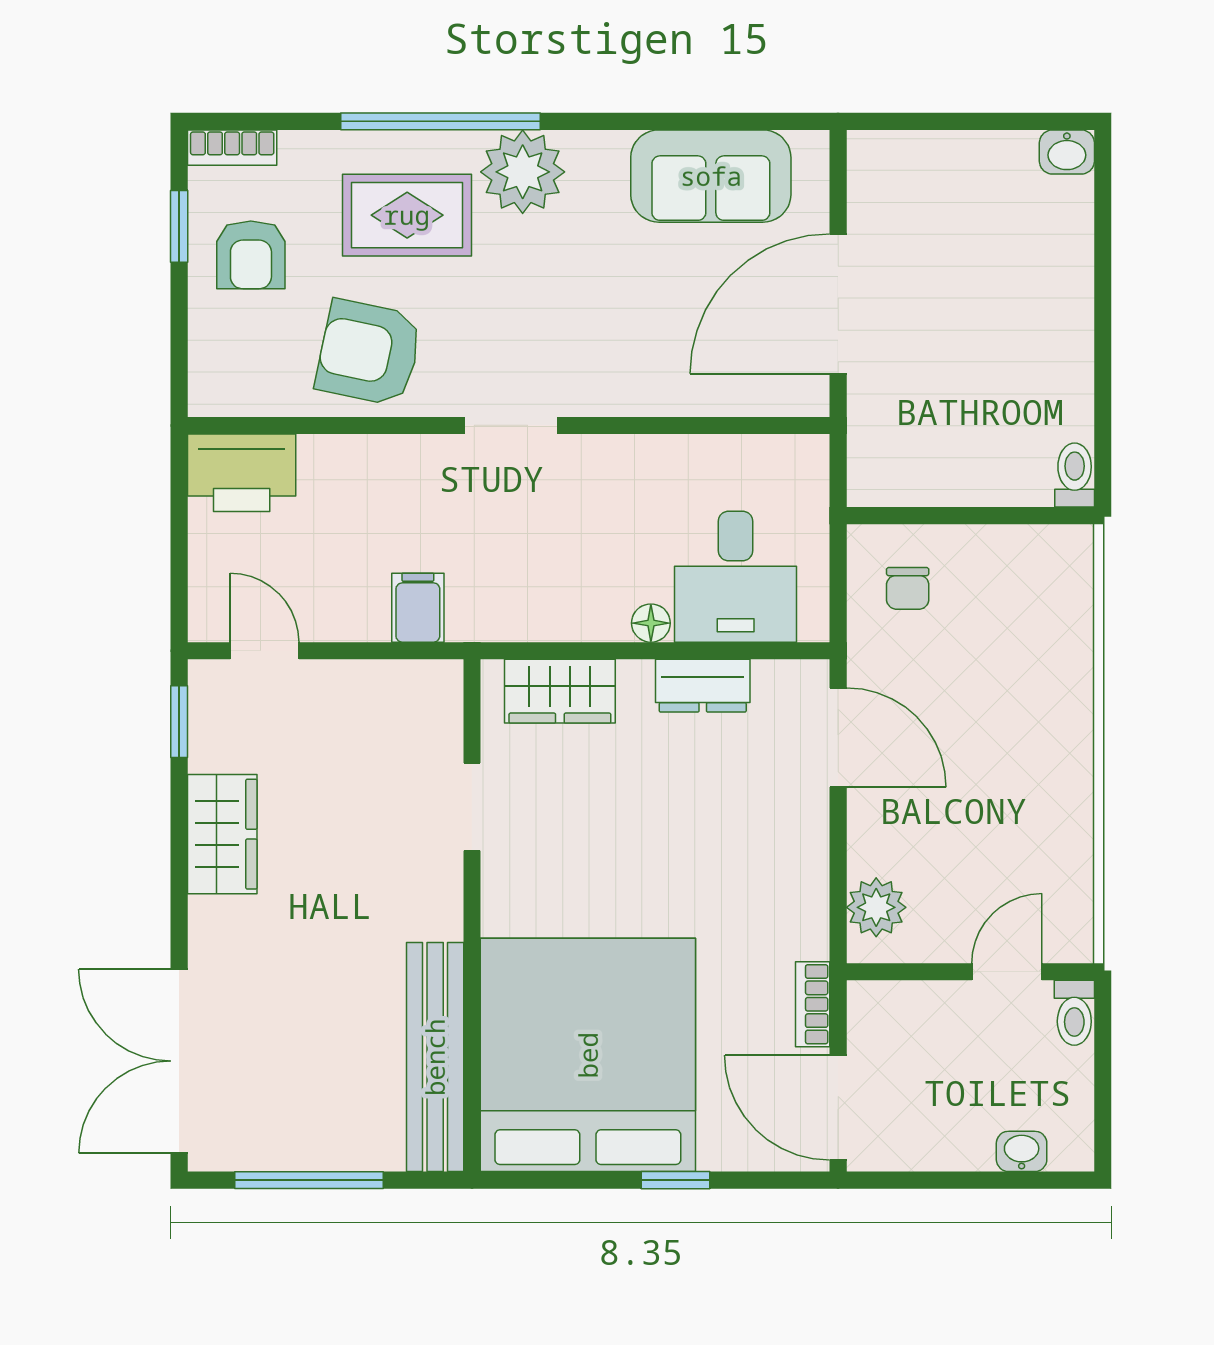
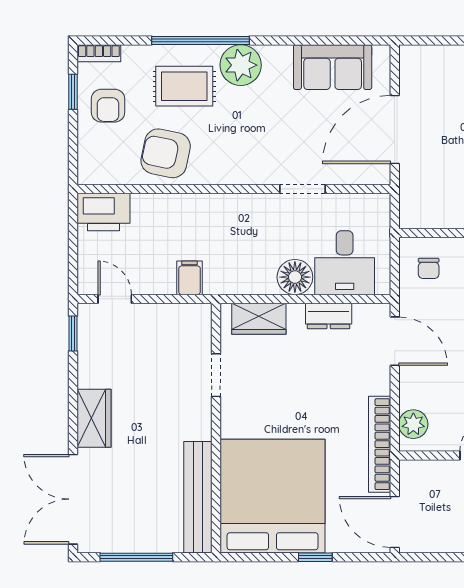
doorway: (511, 425) -> (303, 189), moved
floor lamp: (651, 623) -> (295, 277), width x1.89, depth x1.89
wardrobe: (222, 834) -> (94, 418), moved
bookcase: (813, 1004) -> (380, 444), width x2.31, depth x1.31

